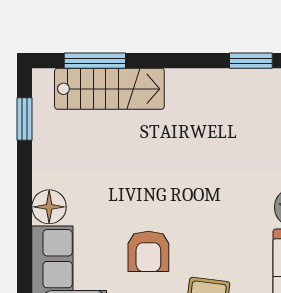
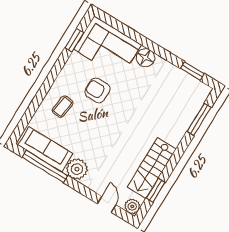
stairs: (109, 89) -> (152, 168), moved

